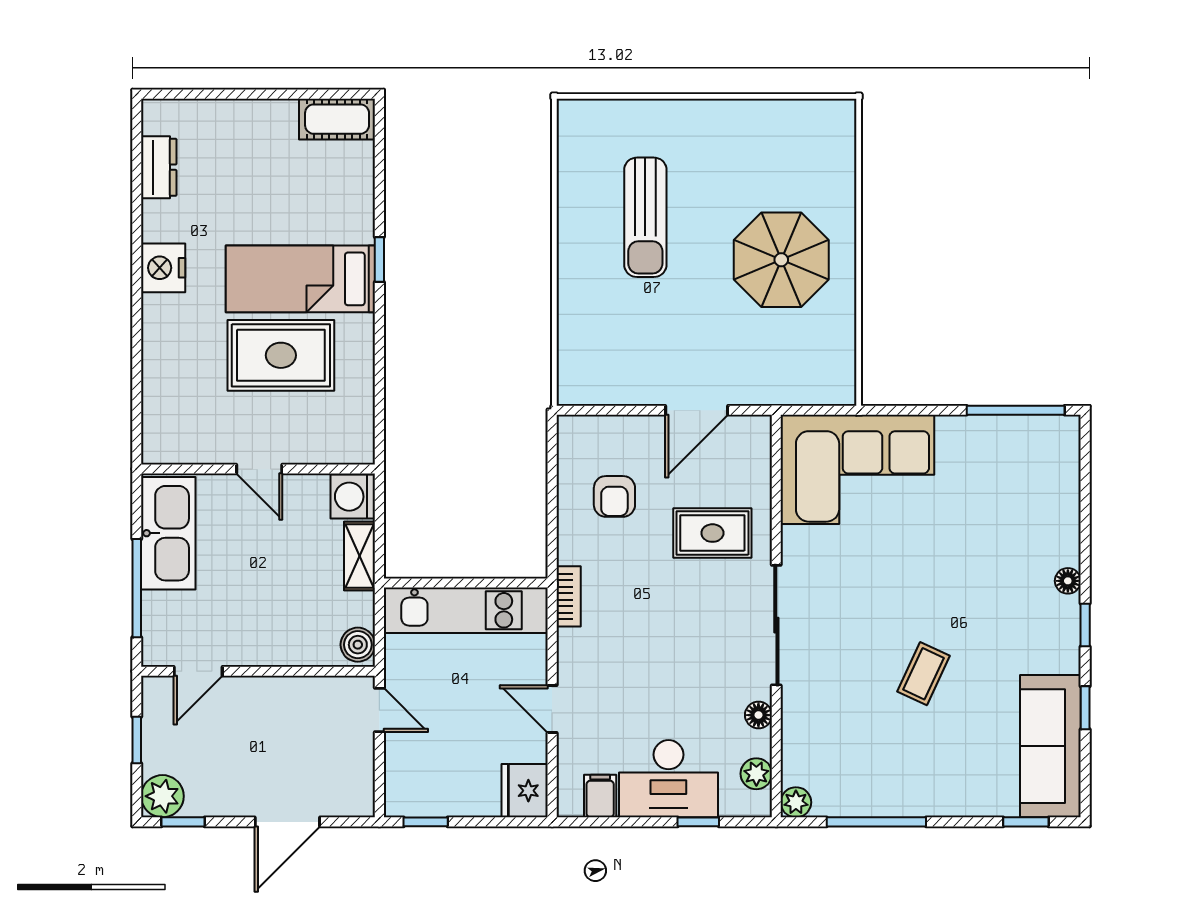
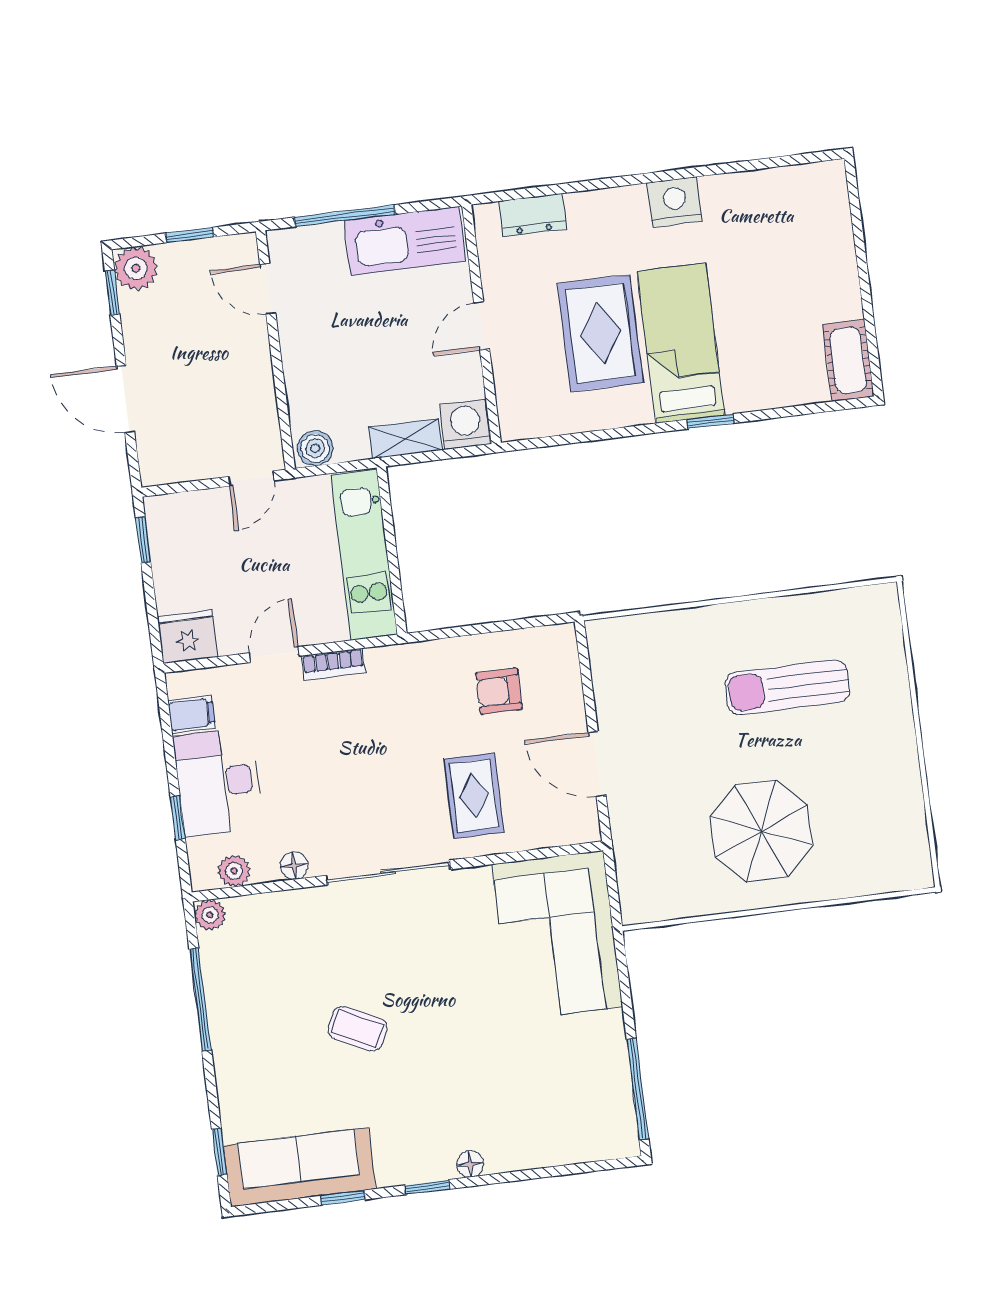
dresser: (159, 167) -> (533, 215), moved
bookcase: (569, 596) -> (333, 664), moved

